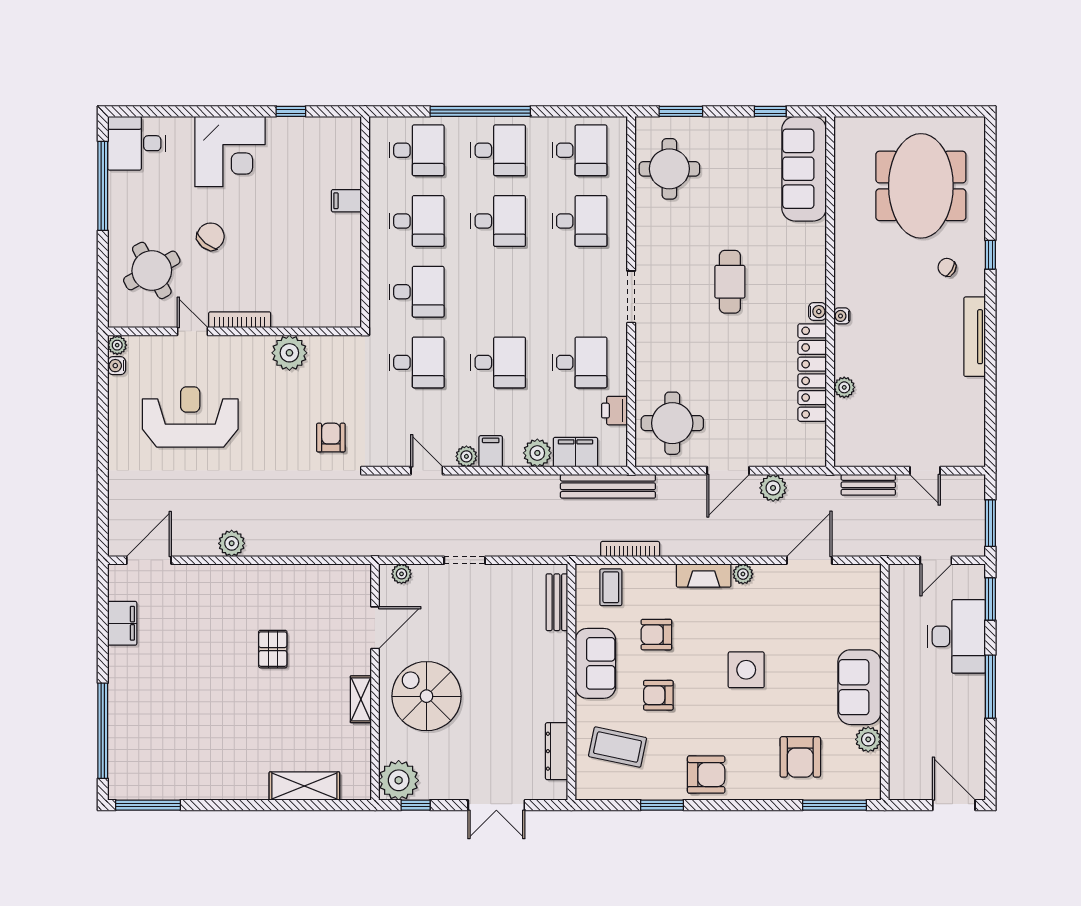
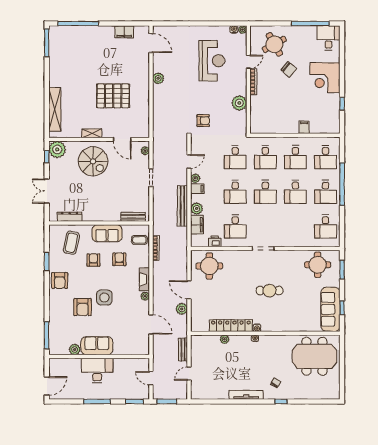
sofa: (804, 169) -> (330, 309), moved, turned -90
meeting table: (921, 186) -> (314, 356), moved
desk: (580, 221) -> (265, 192), moved
bench: (608, 486) -> (182, 206), moved
desk: (957, 636) -> (97, 370), moved, turned 180
pallet: (273, 649) -> (113, 96), width x2.05, depth x2.00
spiral stairs: (426, 696) -> (93, 161), turned 90
armchair: (800, 757) -> (83, 307), moved, turned -90
shelving: (304, 786) -> (55, 109), width x1.47

